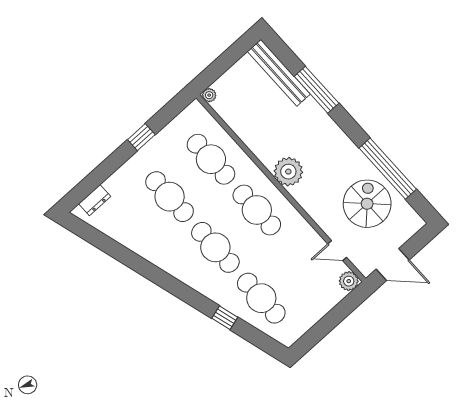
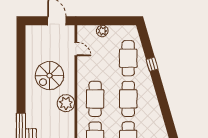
window: (388, 169) -> (21, 65), removed
spiral stairs: (367, 204) -> (49, 76), moved
plant: (349, 281) -> (102, 31), moved

